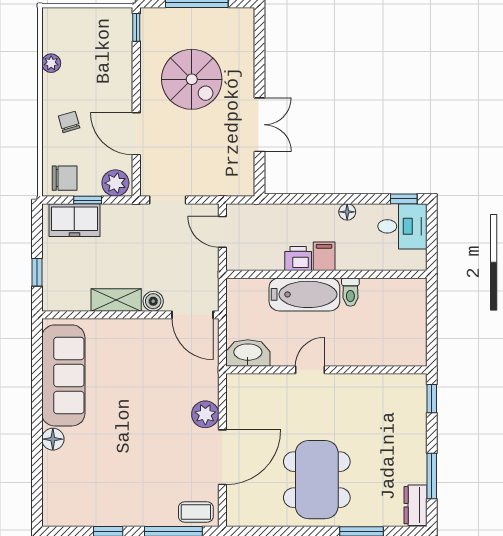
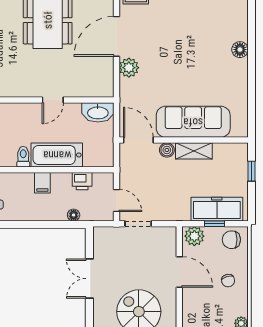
doorway: (168, 200) -> (138, 224), moved
floor lamp: (347, 212) -> (74, 215), moved
freezer: (74, 220) -> (217, 209), width x1.40
printer: (298, 259) -> (82, 181), moved
sofa: (63, 375) -> (193, 122), moved, turned 90

